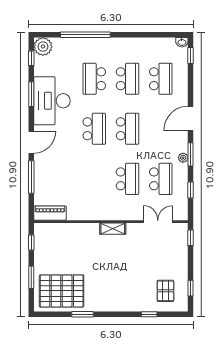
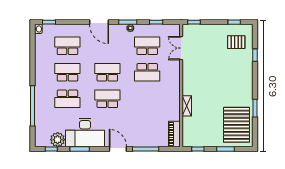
plant: (43, 47) -> (58, 140), moved
school desk: (128, 179) -> (147, 72), turned 180
shelving: (113, 229) -> (187, 106), moved

